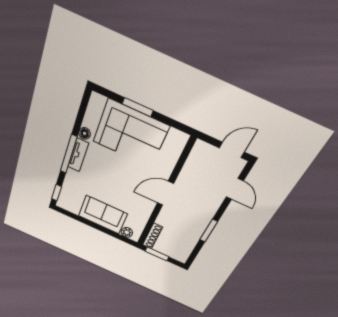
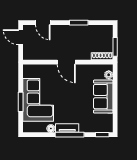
door: (235, 189) -> (43, 23), swing flipped

